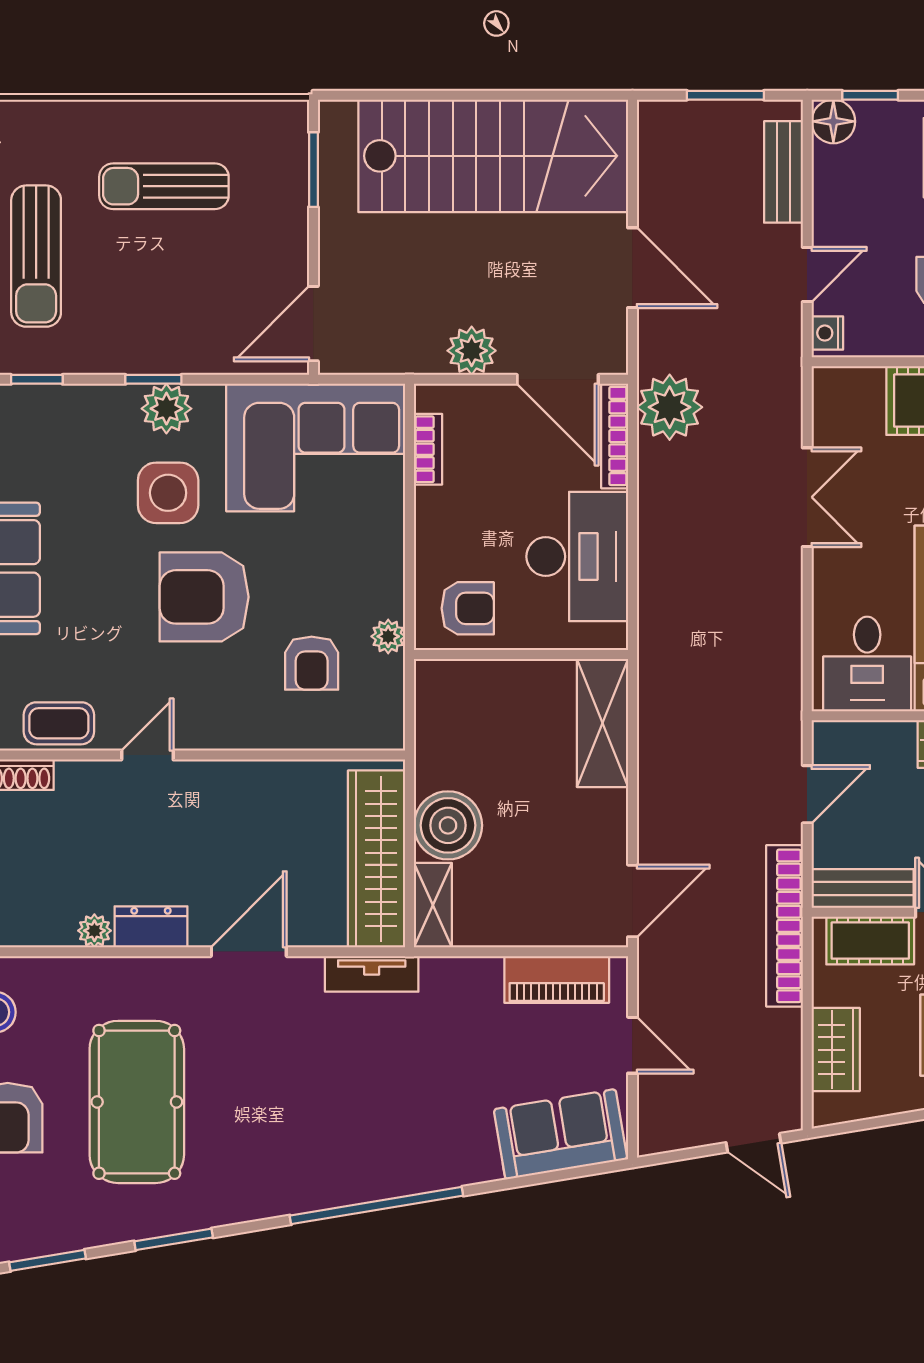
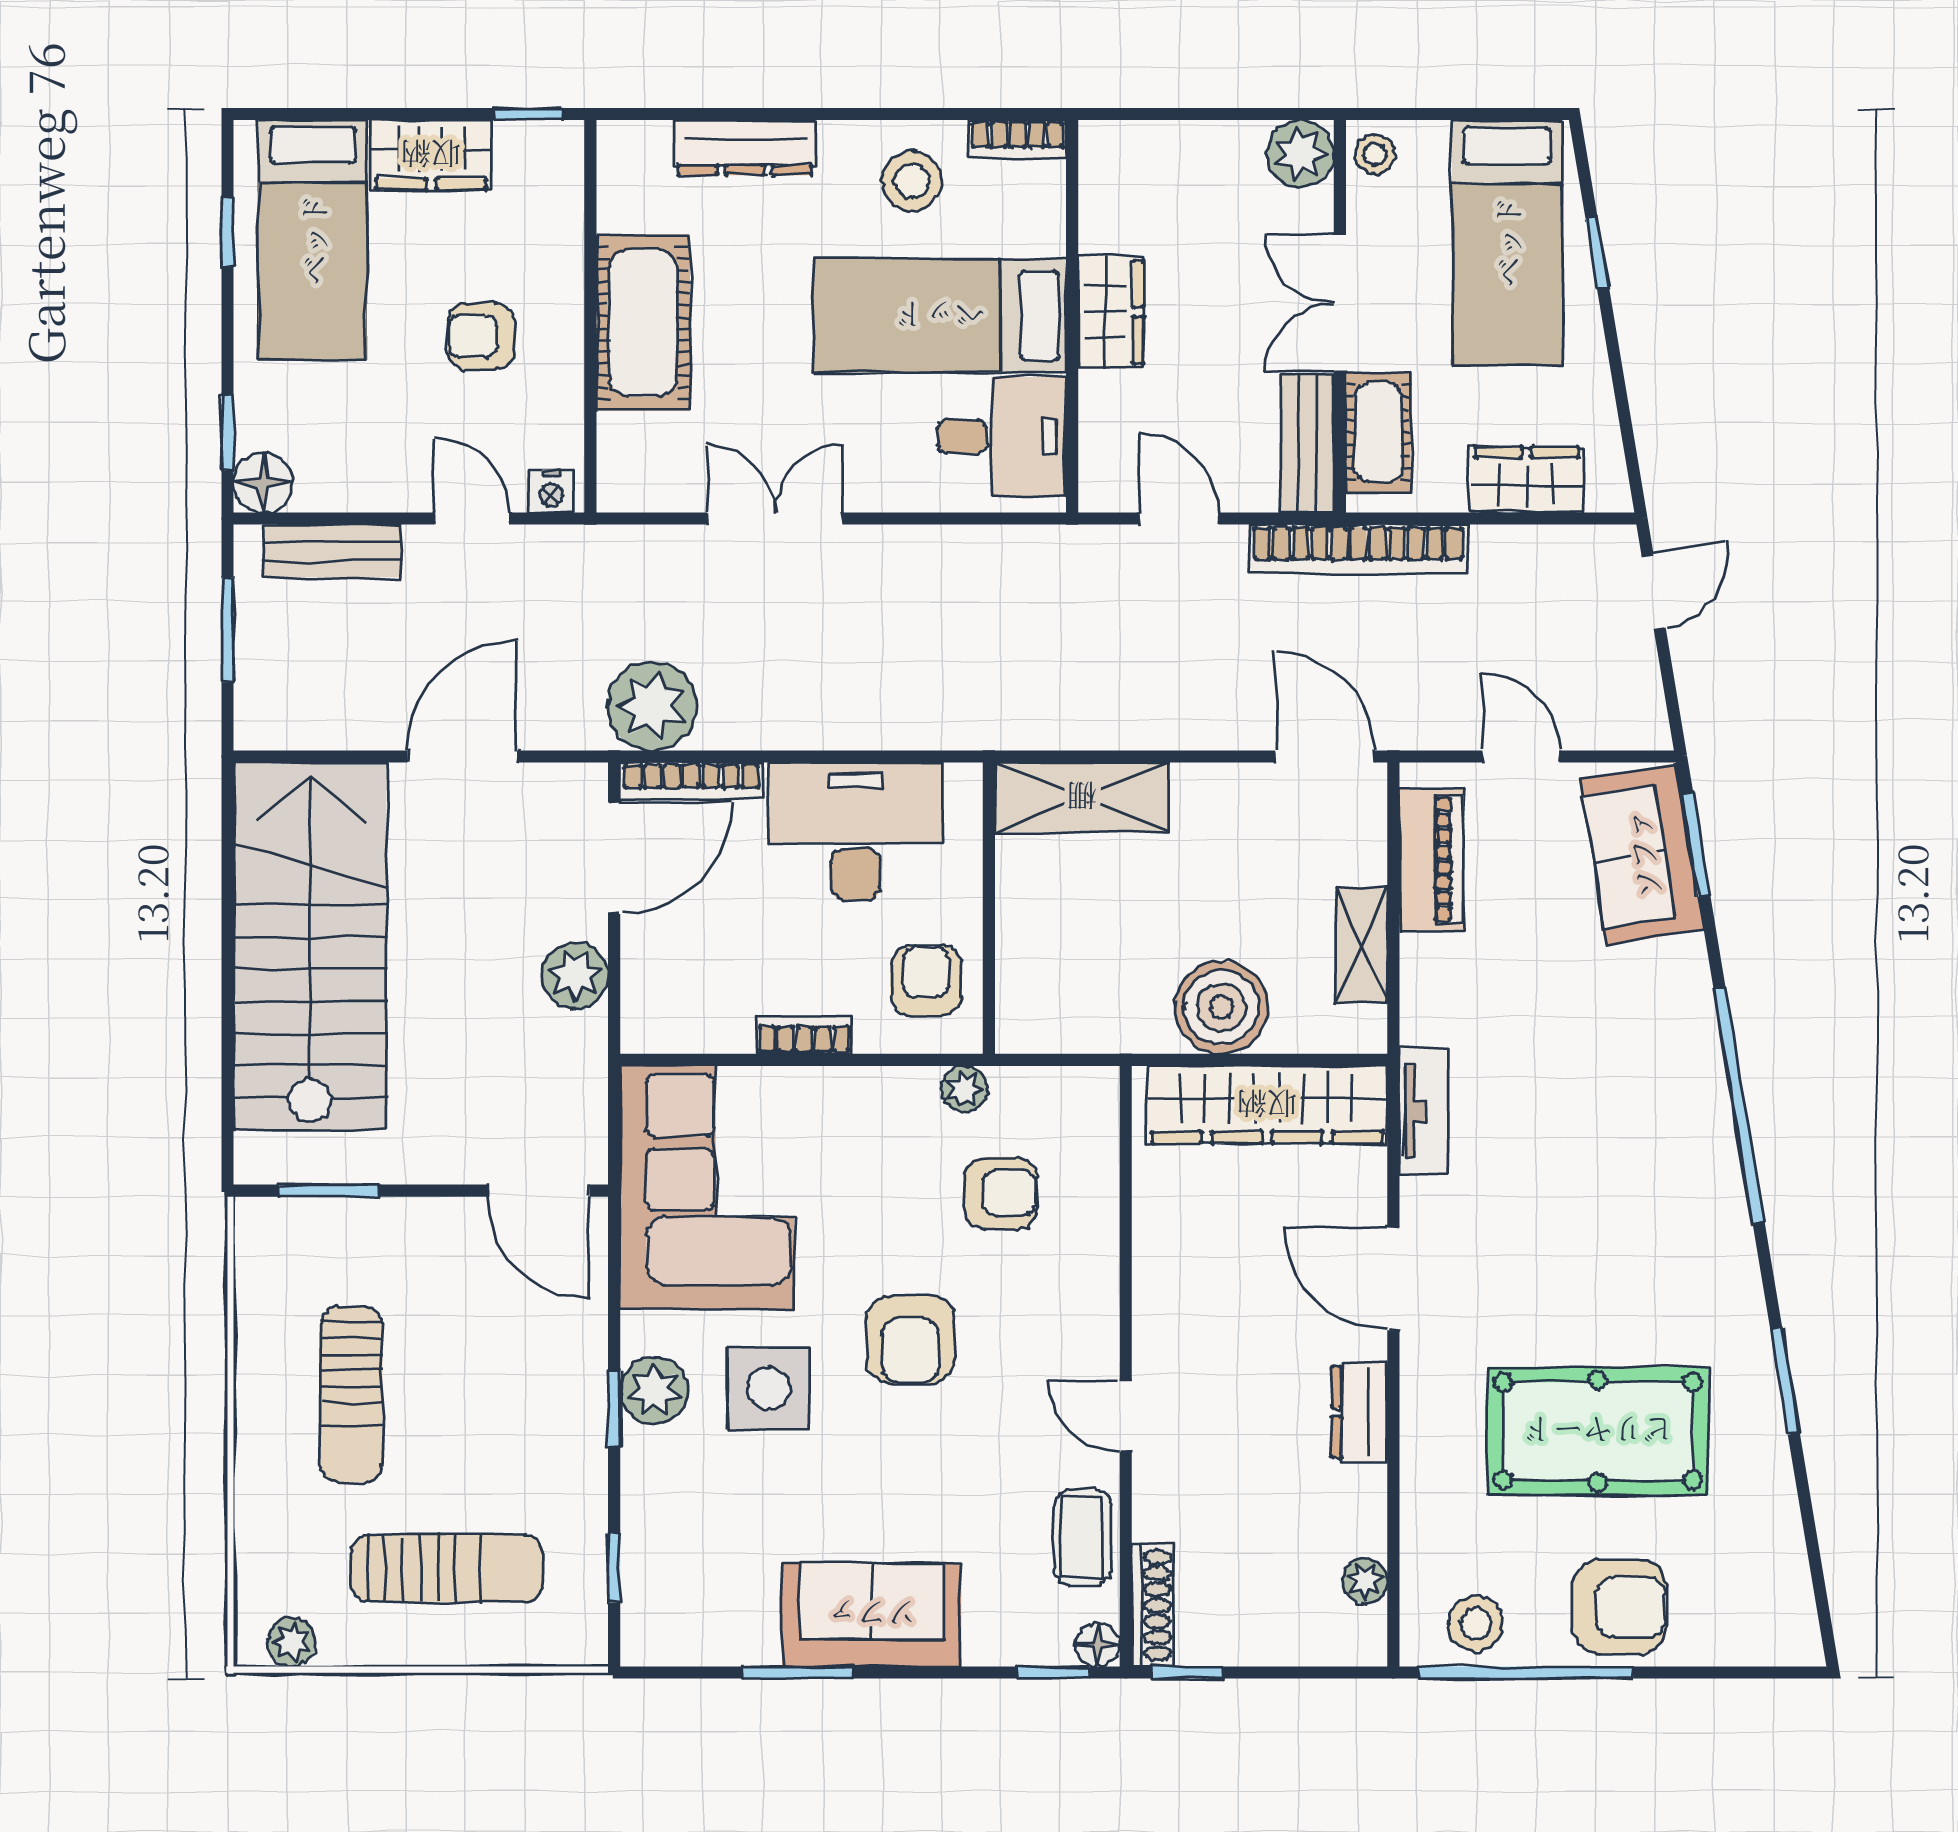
bookcase: (428, 449) -> (804, 1035), moved
armchair: (204, 597) -> (910, 1340), width x0.73, depth x0.73
shelving: (433, 905) -> (1362, 945), moved, turned 90
plant: (94, 931) -> (1365, 1581), moved
door: (632, 1045) -> (1521, 756), hinge flipped
window: (48, 1260) -> (1696, 844), moved

